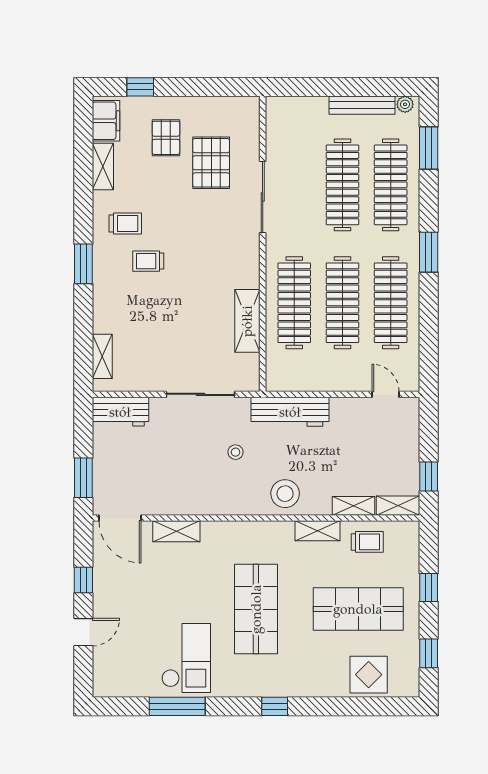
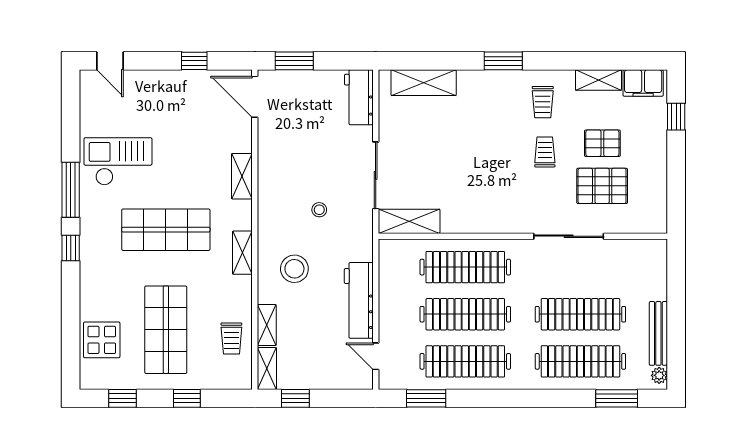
pallet: (166, 138) -> (602, 143), moved
window: (429, 252) -> (426, 398), moved
trolley: (148, 261) -> (545, 152), moved
shelving: (247, 321) -> (409, 221), moved
shelving: (102, 356) -> (424, 83), width x1.50, depth x1.33
door: (385, 394) -> (376, 356), swing flipped
workbench: (290, 412) -> (359, 300), moved
stool: (285, 494) -> (294, 269), moved
door: (120, 518) -> (255, 97), hinge flipped
shelving: (176, 531) -> (242, 176), moved
shelving: (317, 531) -> (242, 253), moved
door: (83, 632) -> (110, 61), moved
checkout: (186, 658) -> (118, 161), turned 180
window: (177, 706) -> (71, 190), moved

